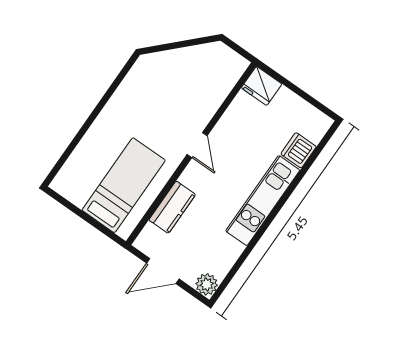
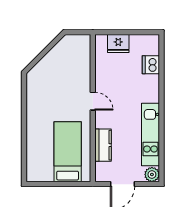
fridge: (262, 86) -> (118, 43), moved
kitchen unit: (263, 201) -> (151, 135), moved

